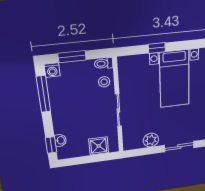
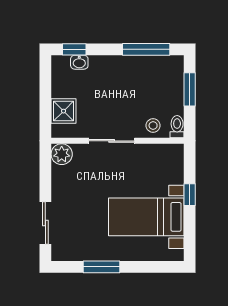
washing machine: (52, 70) -> (175, 64), removed
plant: (151, 140) -> (62, 154), moved

